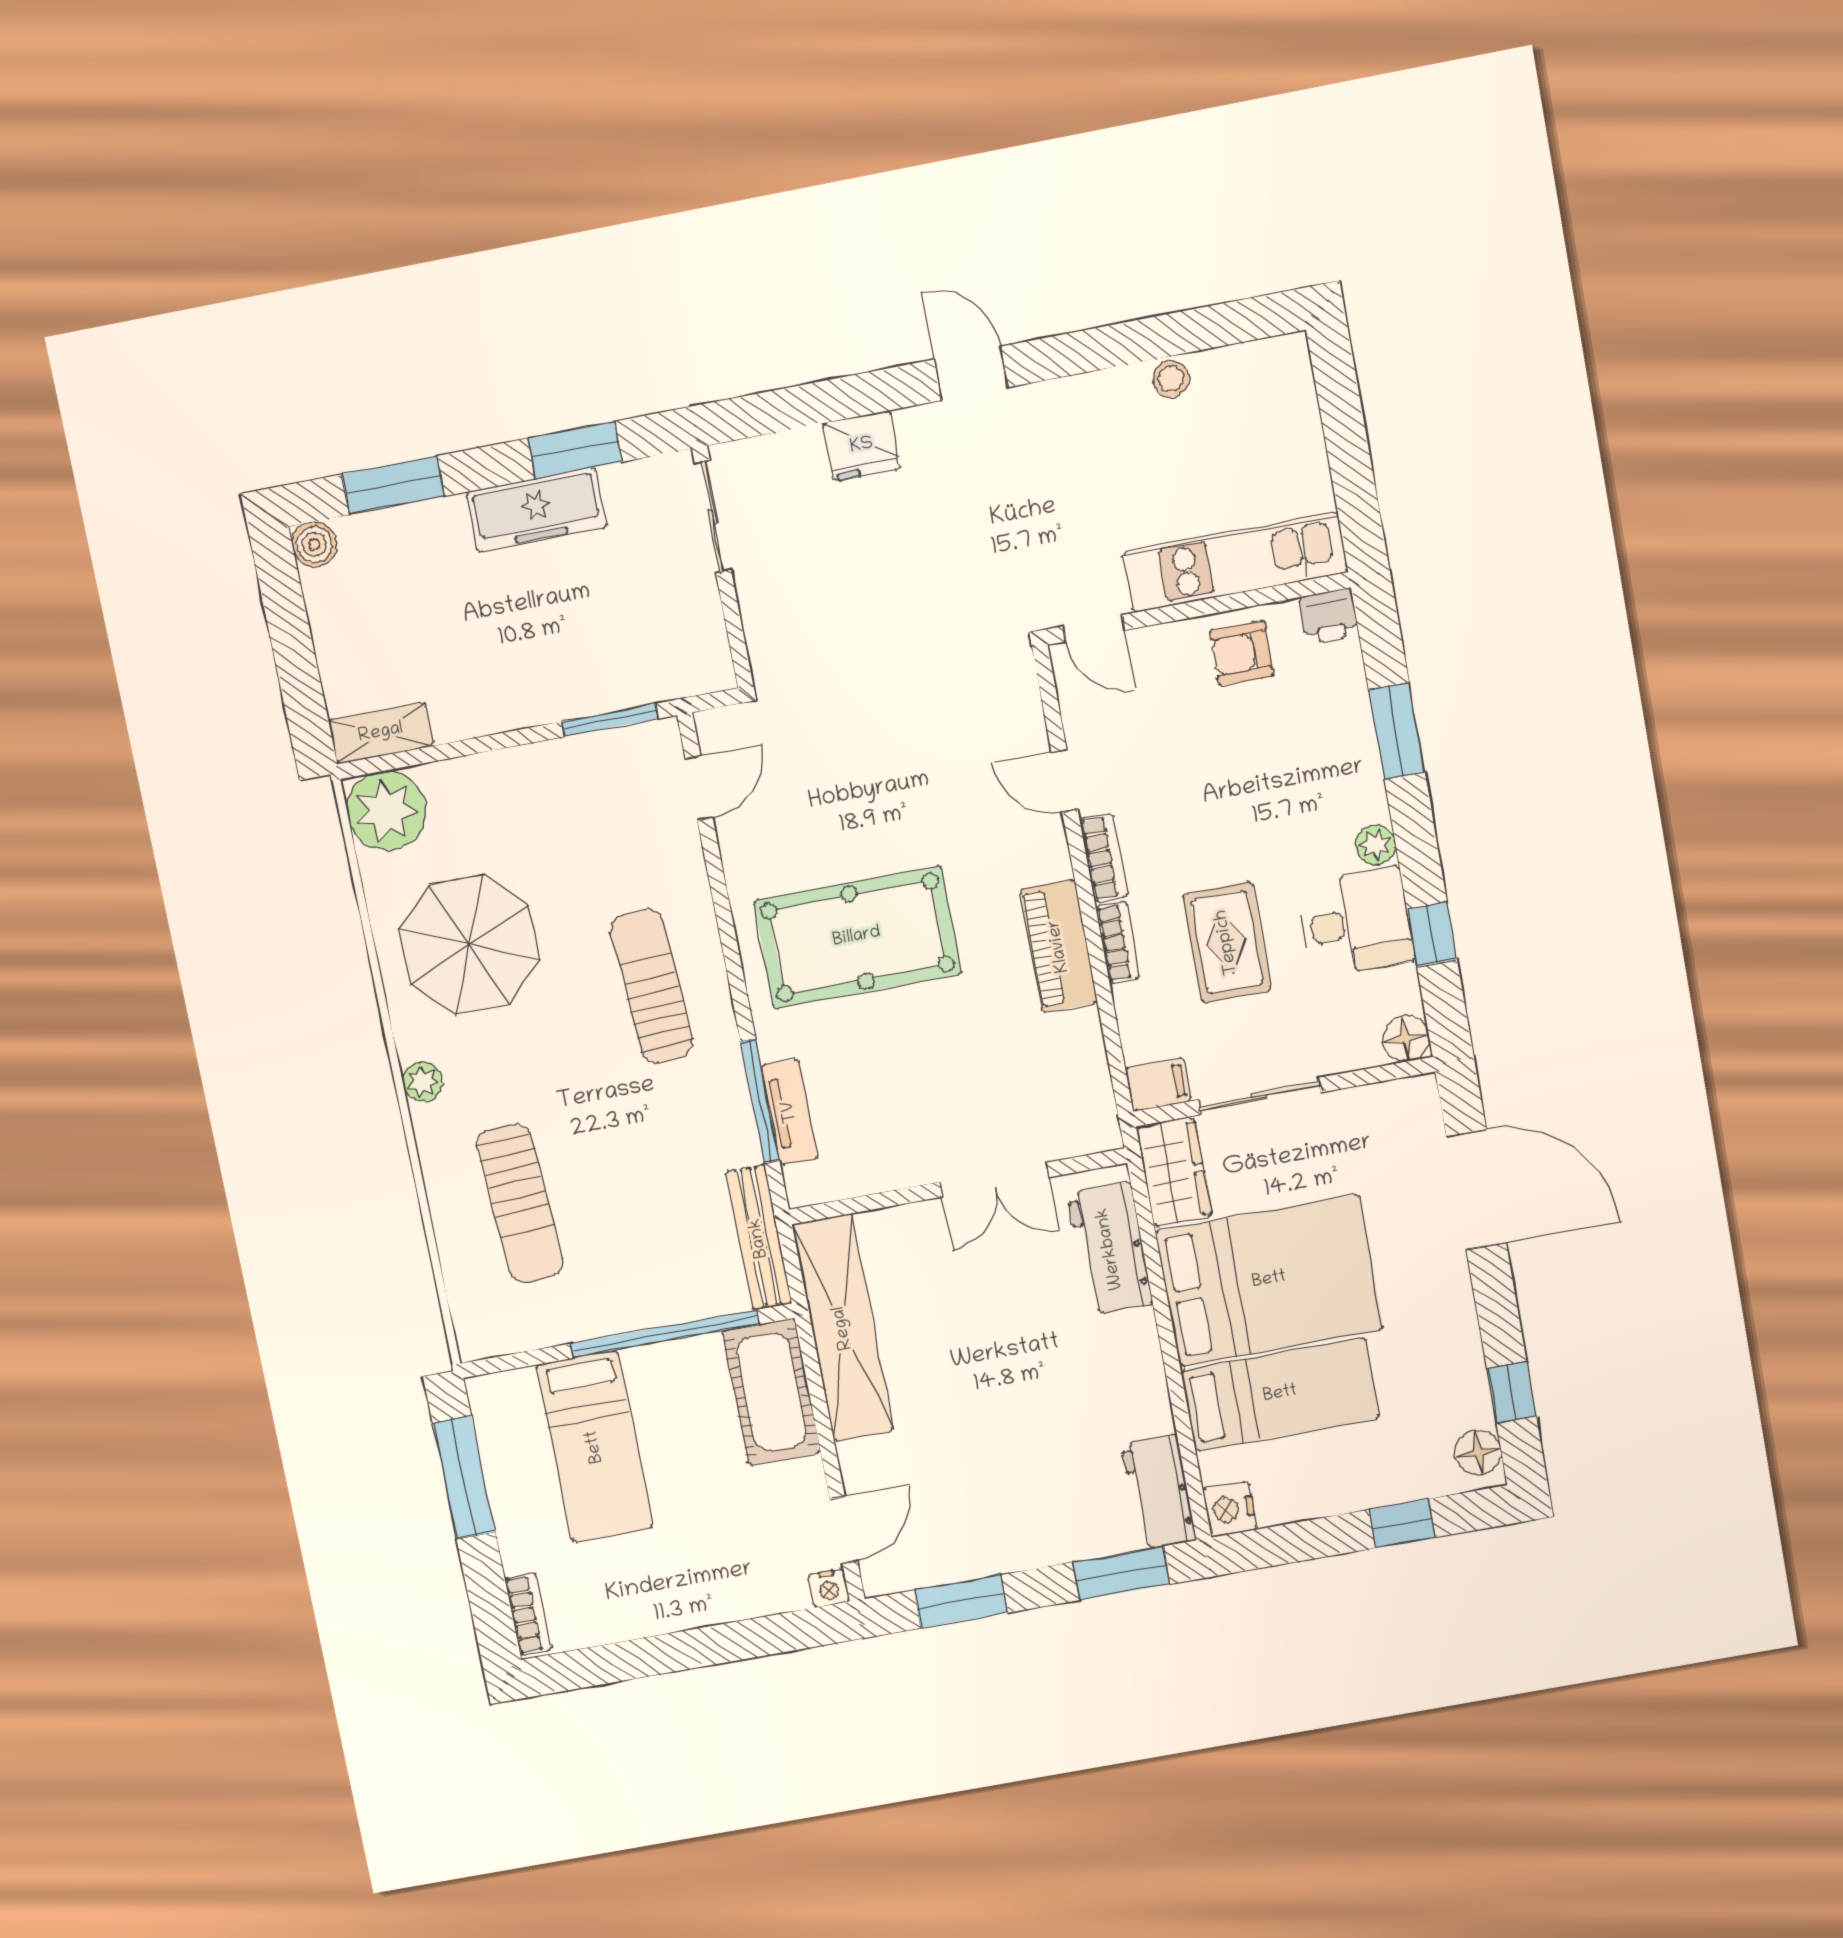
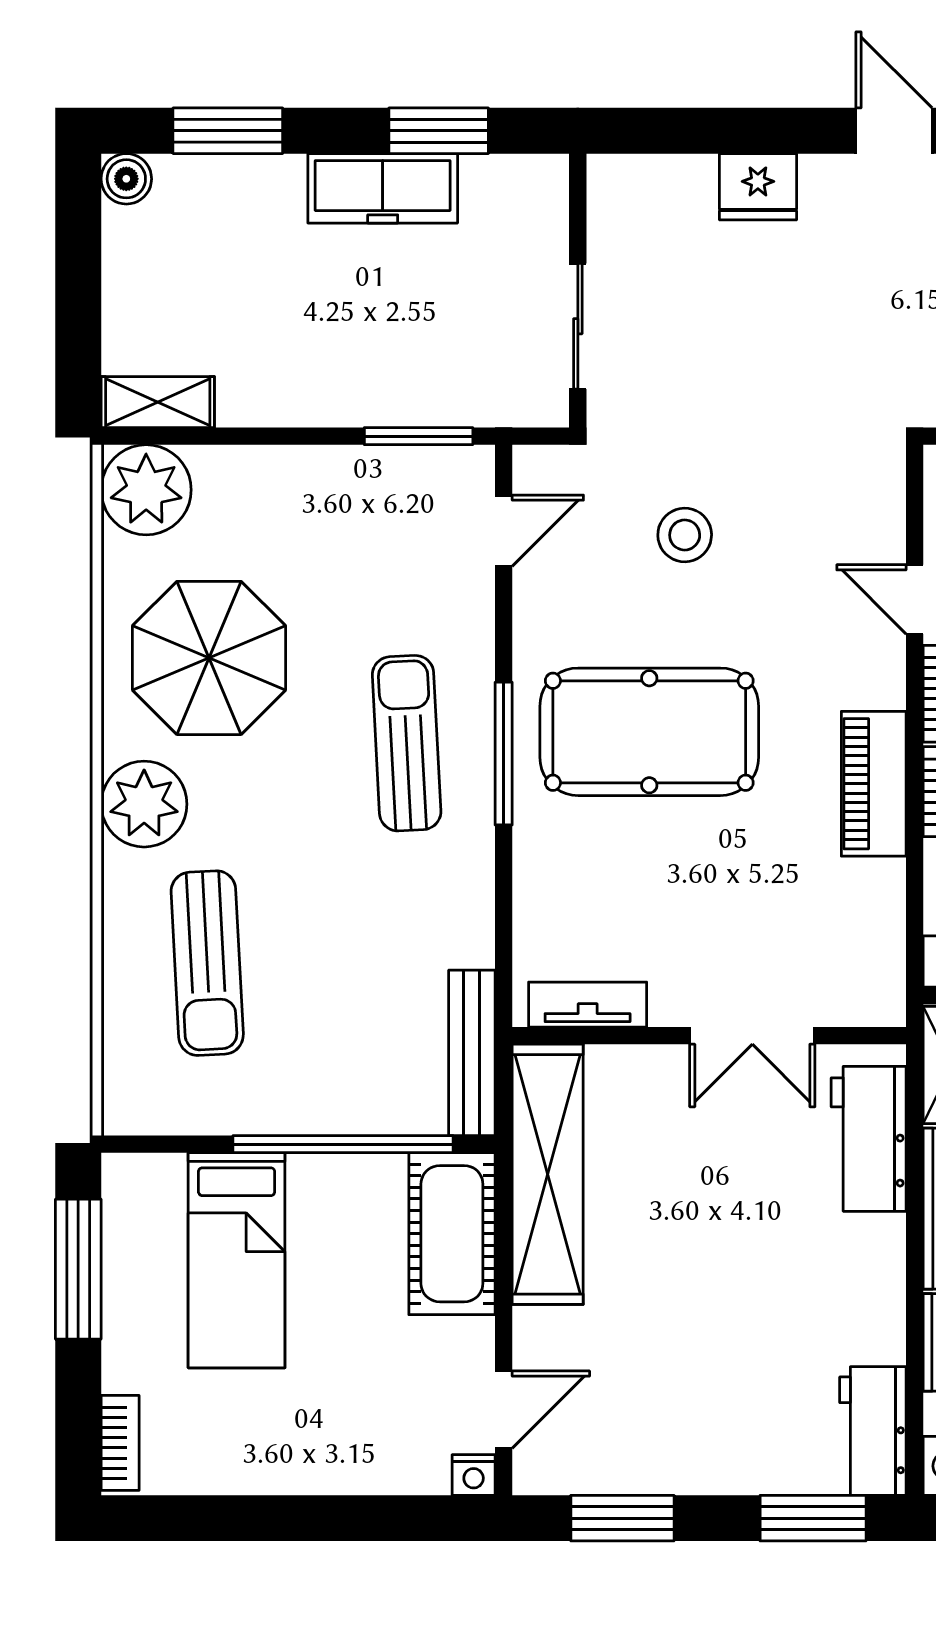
sliding door: (713, 517) -> (578, 326), moved
stool: (856, 762) -> (685, 535), added
plant: (422, 1082) -> (144, 804), width x1.88, depth x1.88
window: (760, 1101) -> (504, 754), moved
tv unit: (790, 1112) -> (588, 1005), moved, turned -90

